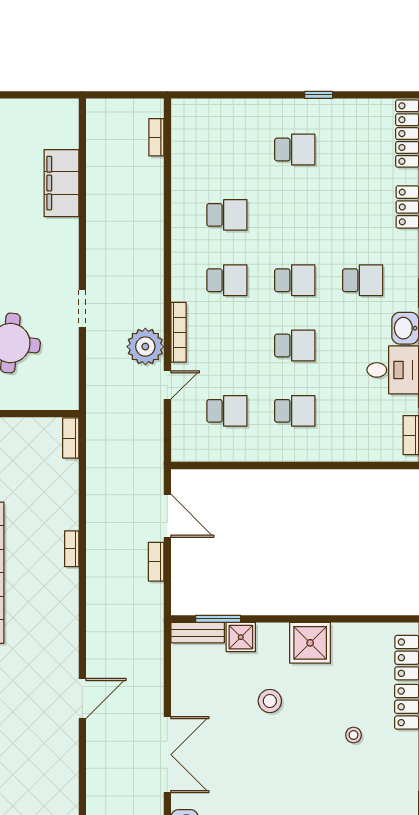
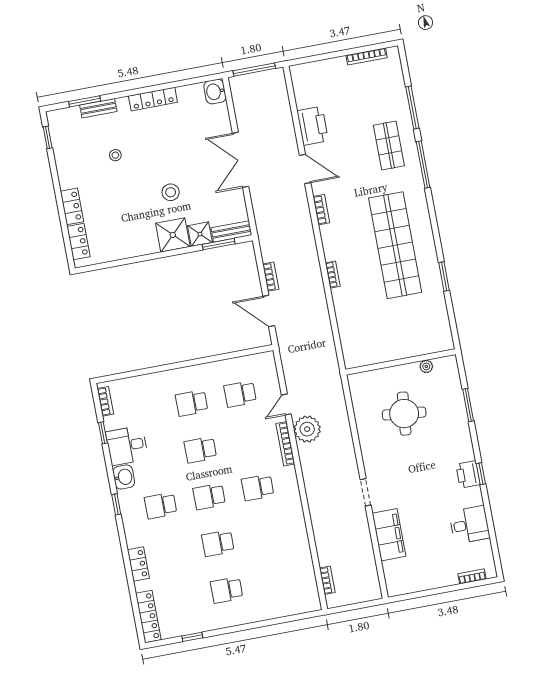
window: (319, 95) -> (192, 637), moved
school desk: (227, 215) -> (218, 543), moved
doorway: (82, 309) -> (366, 492), moved
bookcase: (71, 438) -> (321, 210), moved
shower: (310, 643) -> (173, 235), moved
door: (82, 699) -> (305, 169), swing flipped
stool: (354, 735) -> (115, 155), moved
printer: (61, 755) -> (313, 126), added
double door: (167, 755) -> (240, 160), moved

